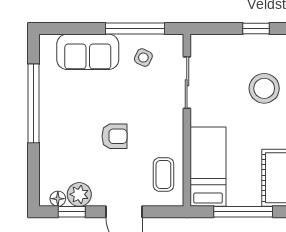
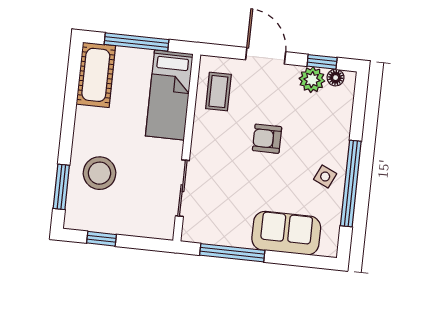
side table: (143, 58) -> (325, 177), moved

